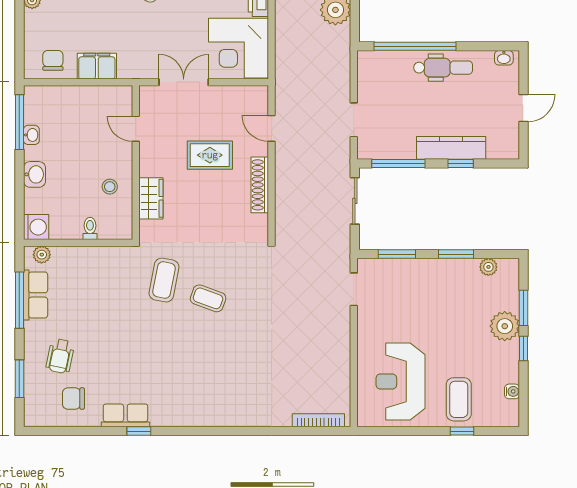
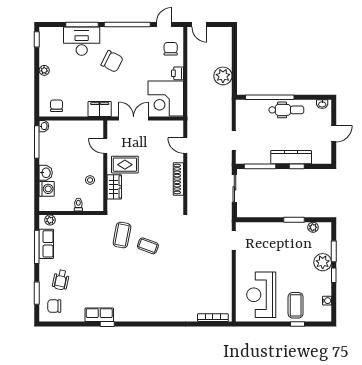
filing cabinet: (97, 66) -> (100, 109), moved
washbasin: (31, 135) -> (44, 126), moved
rug: (210, 155) -> (125, 165), moved
washing machine: (36, 227) -> (47, 189), moved
window: (397, 254) -> (259, 220), removed
chair: (73, 399) -> (54, 306), moved

